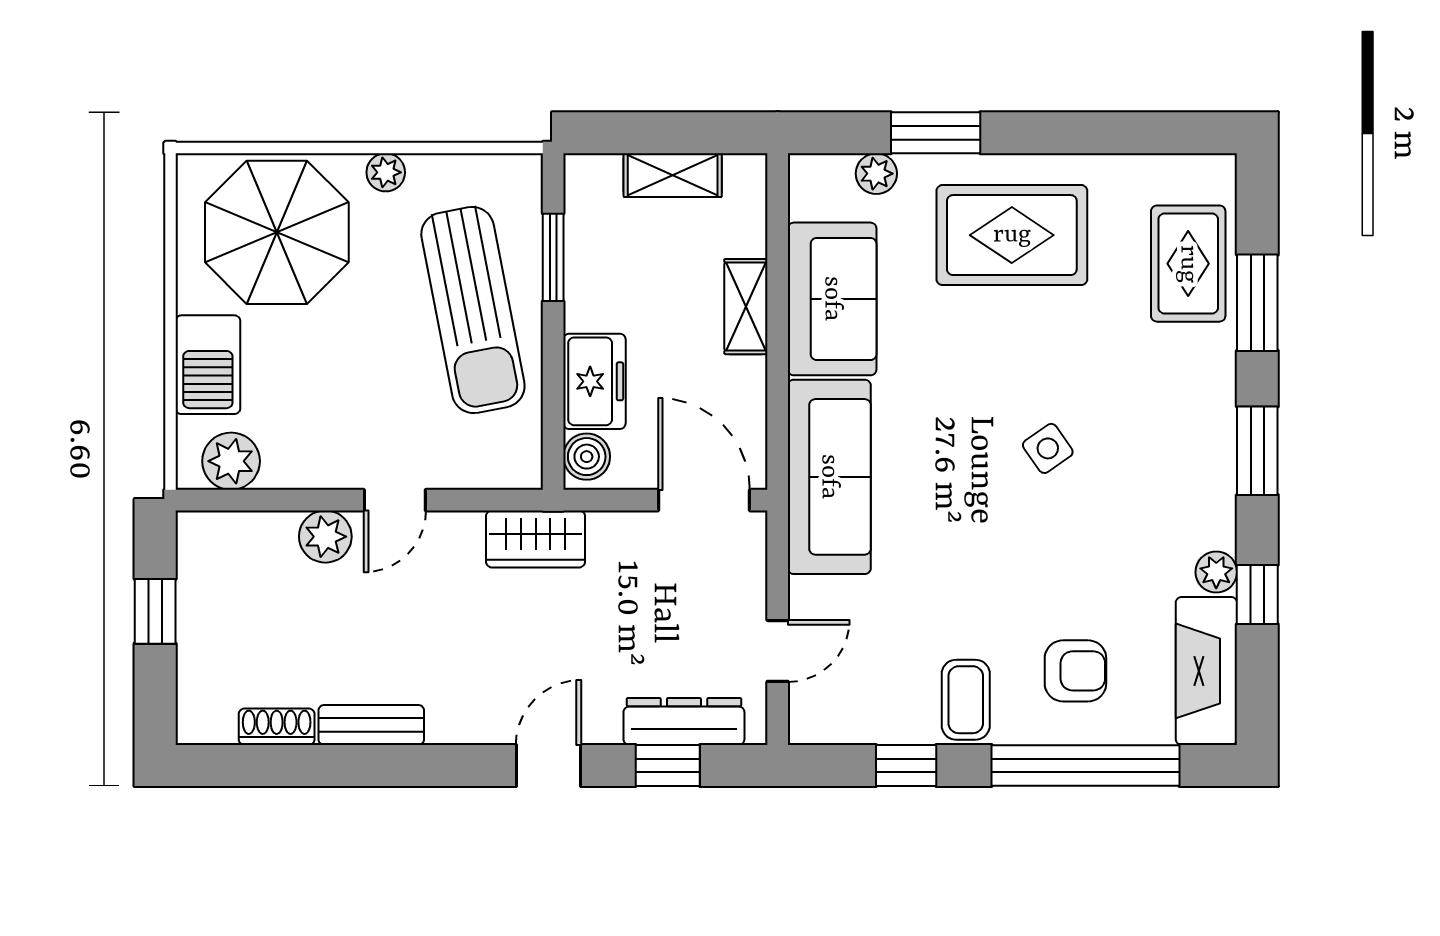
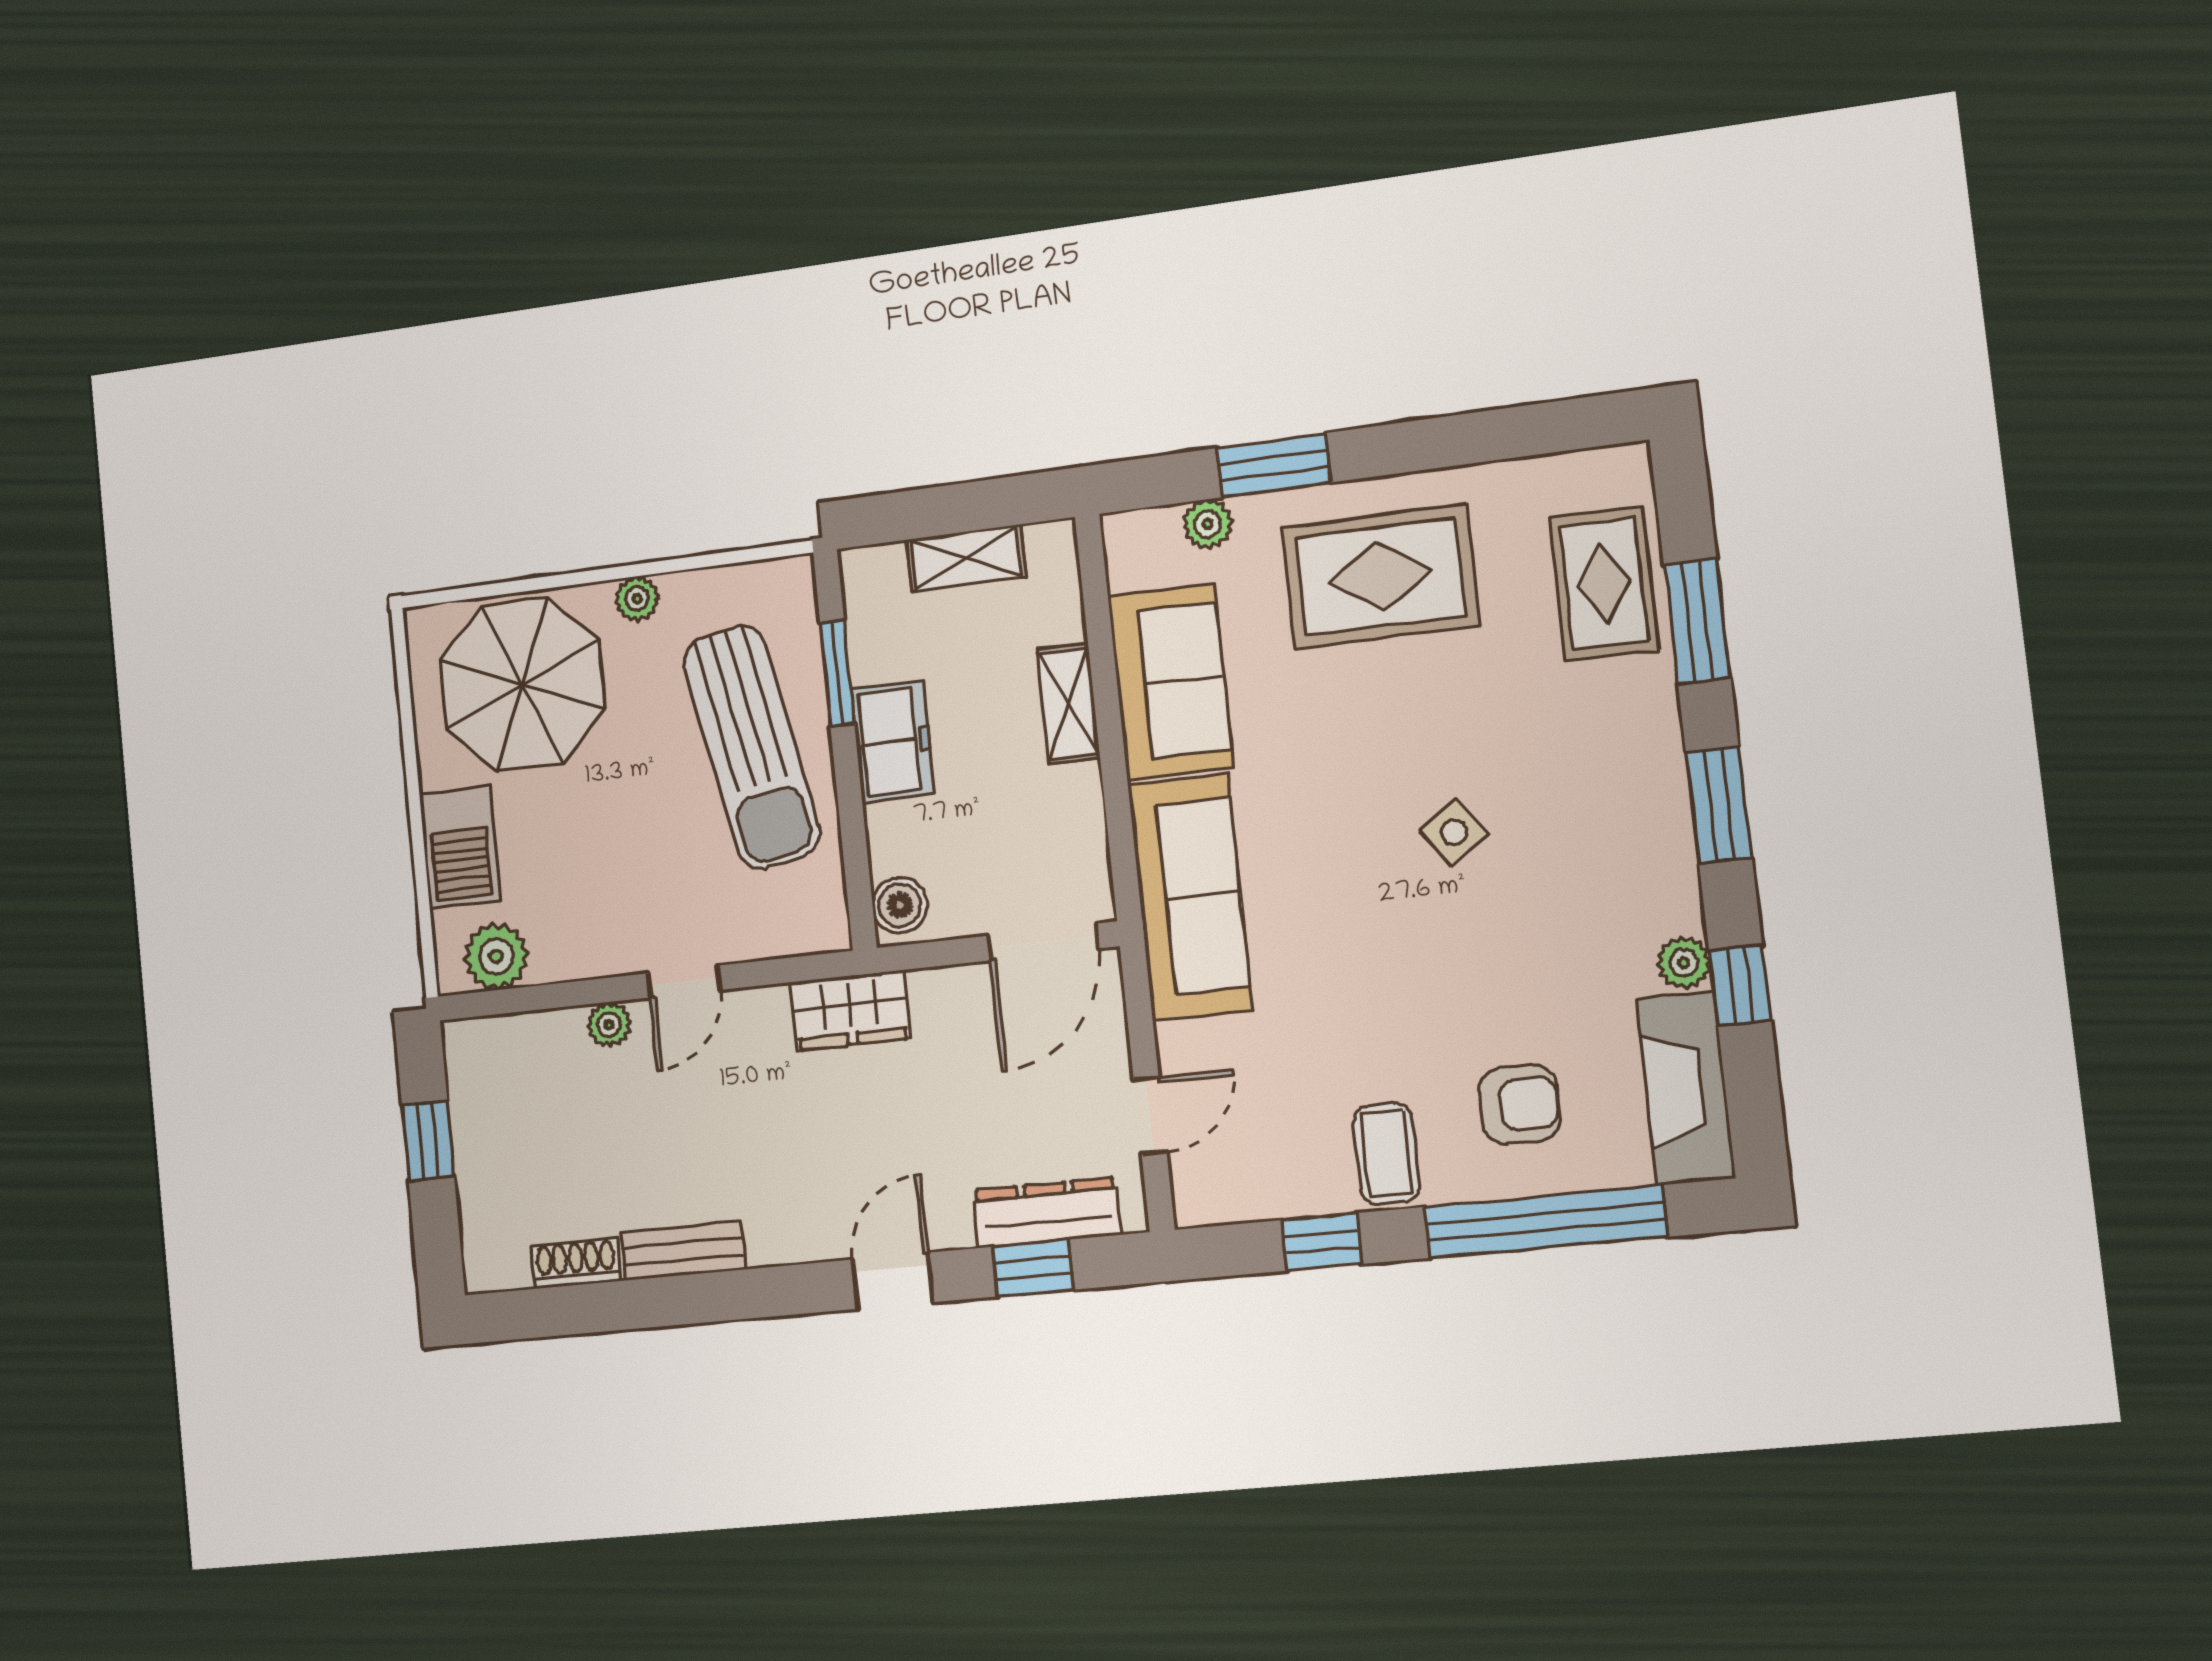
freezer: (594, 381) -> (893, 742), moved
door: (704, 500) -> (1043, 942), swing flipped
plant: (325, 537) -> (609, 1025), width x0.73, depth x0.73

